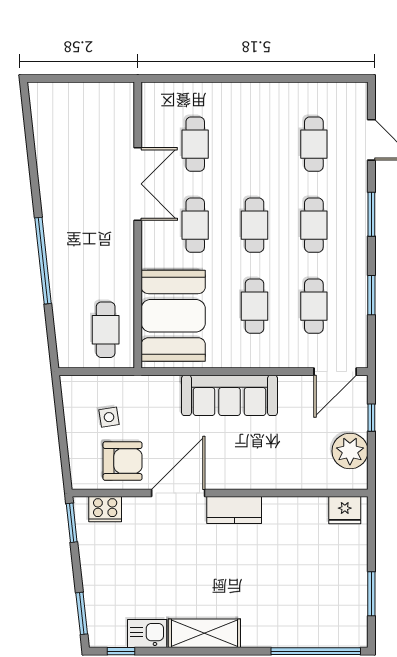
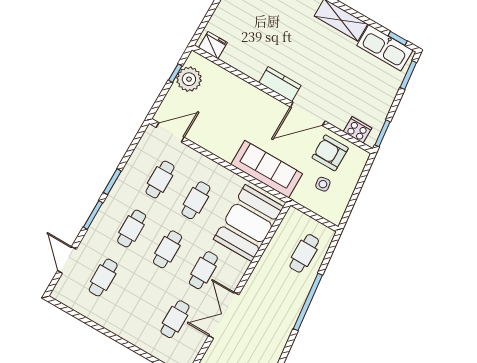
window: (371, 295) -> (112, 182), moved
cafe table: (106, 330) -> (304, 253), moved
sofa: (230, 395) -> (267, 169), moved
window: (371, 418) -> (175, 73), moved
kitchen sink: (147, 634) -> (385, 48), width x1.87, depth x1.24

